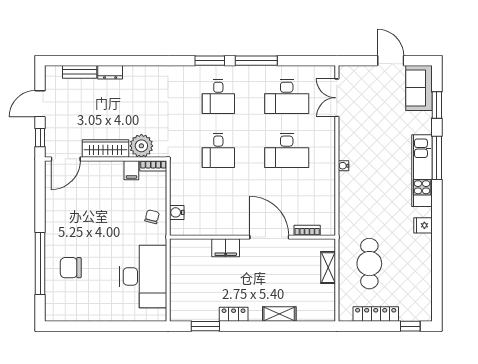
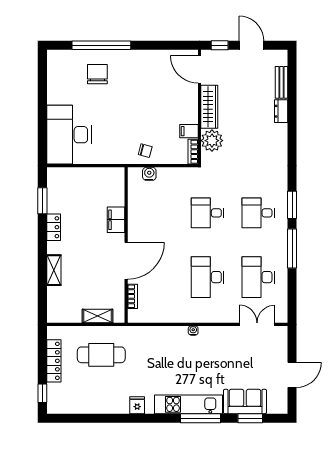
sofa: (419, 88) -> (245, 402), moved
desk: (143, 276) -> (69, 135), moved, turned 90

